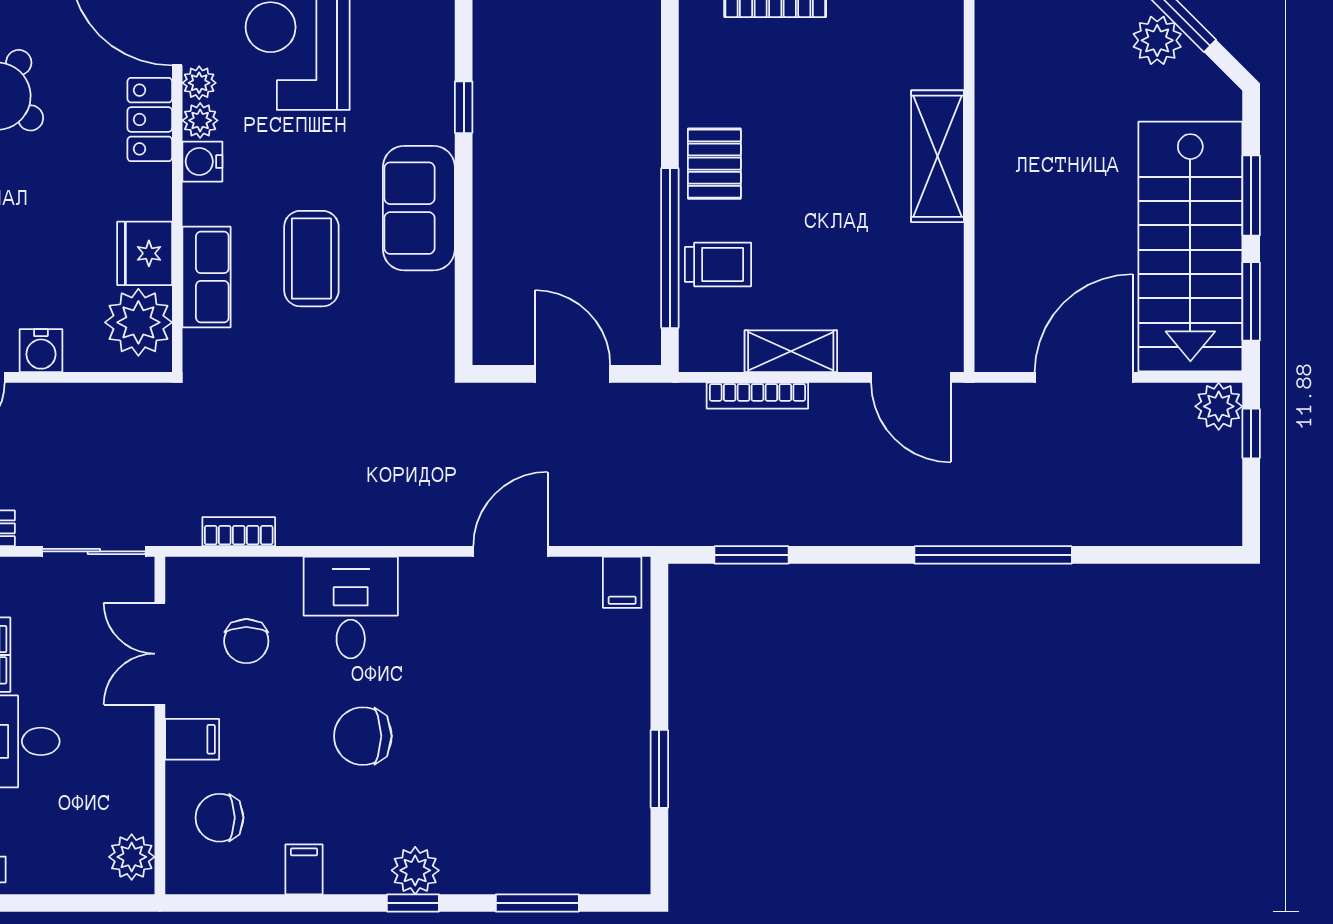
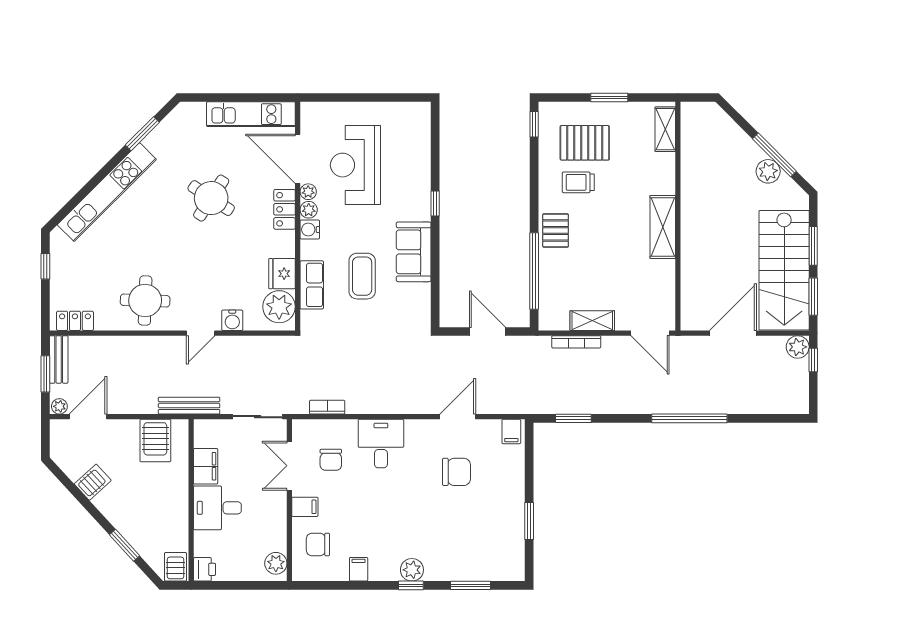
trolley: (718, 264) -> (578, 182), moved, turned 180
chair: (363, 736) -> (456, 472), moved, turned 180

